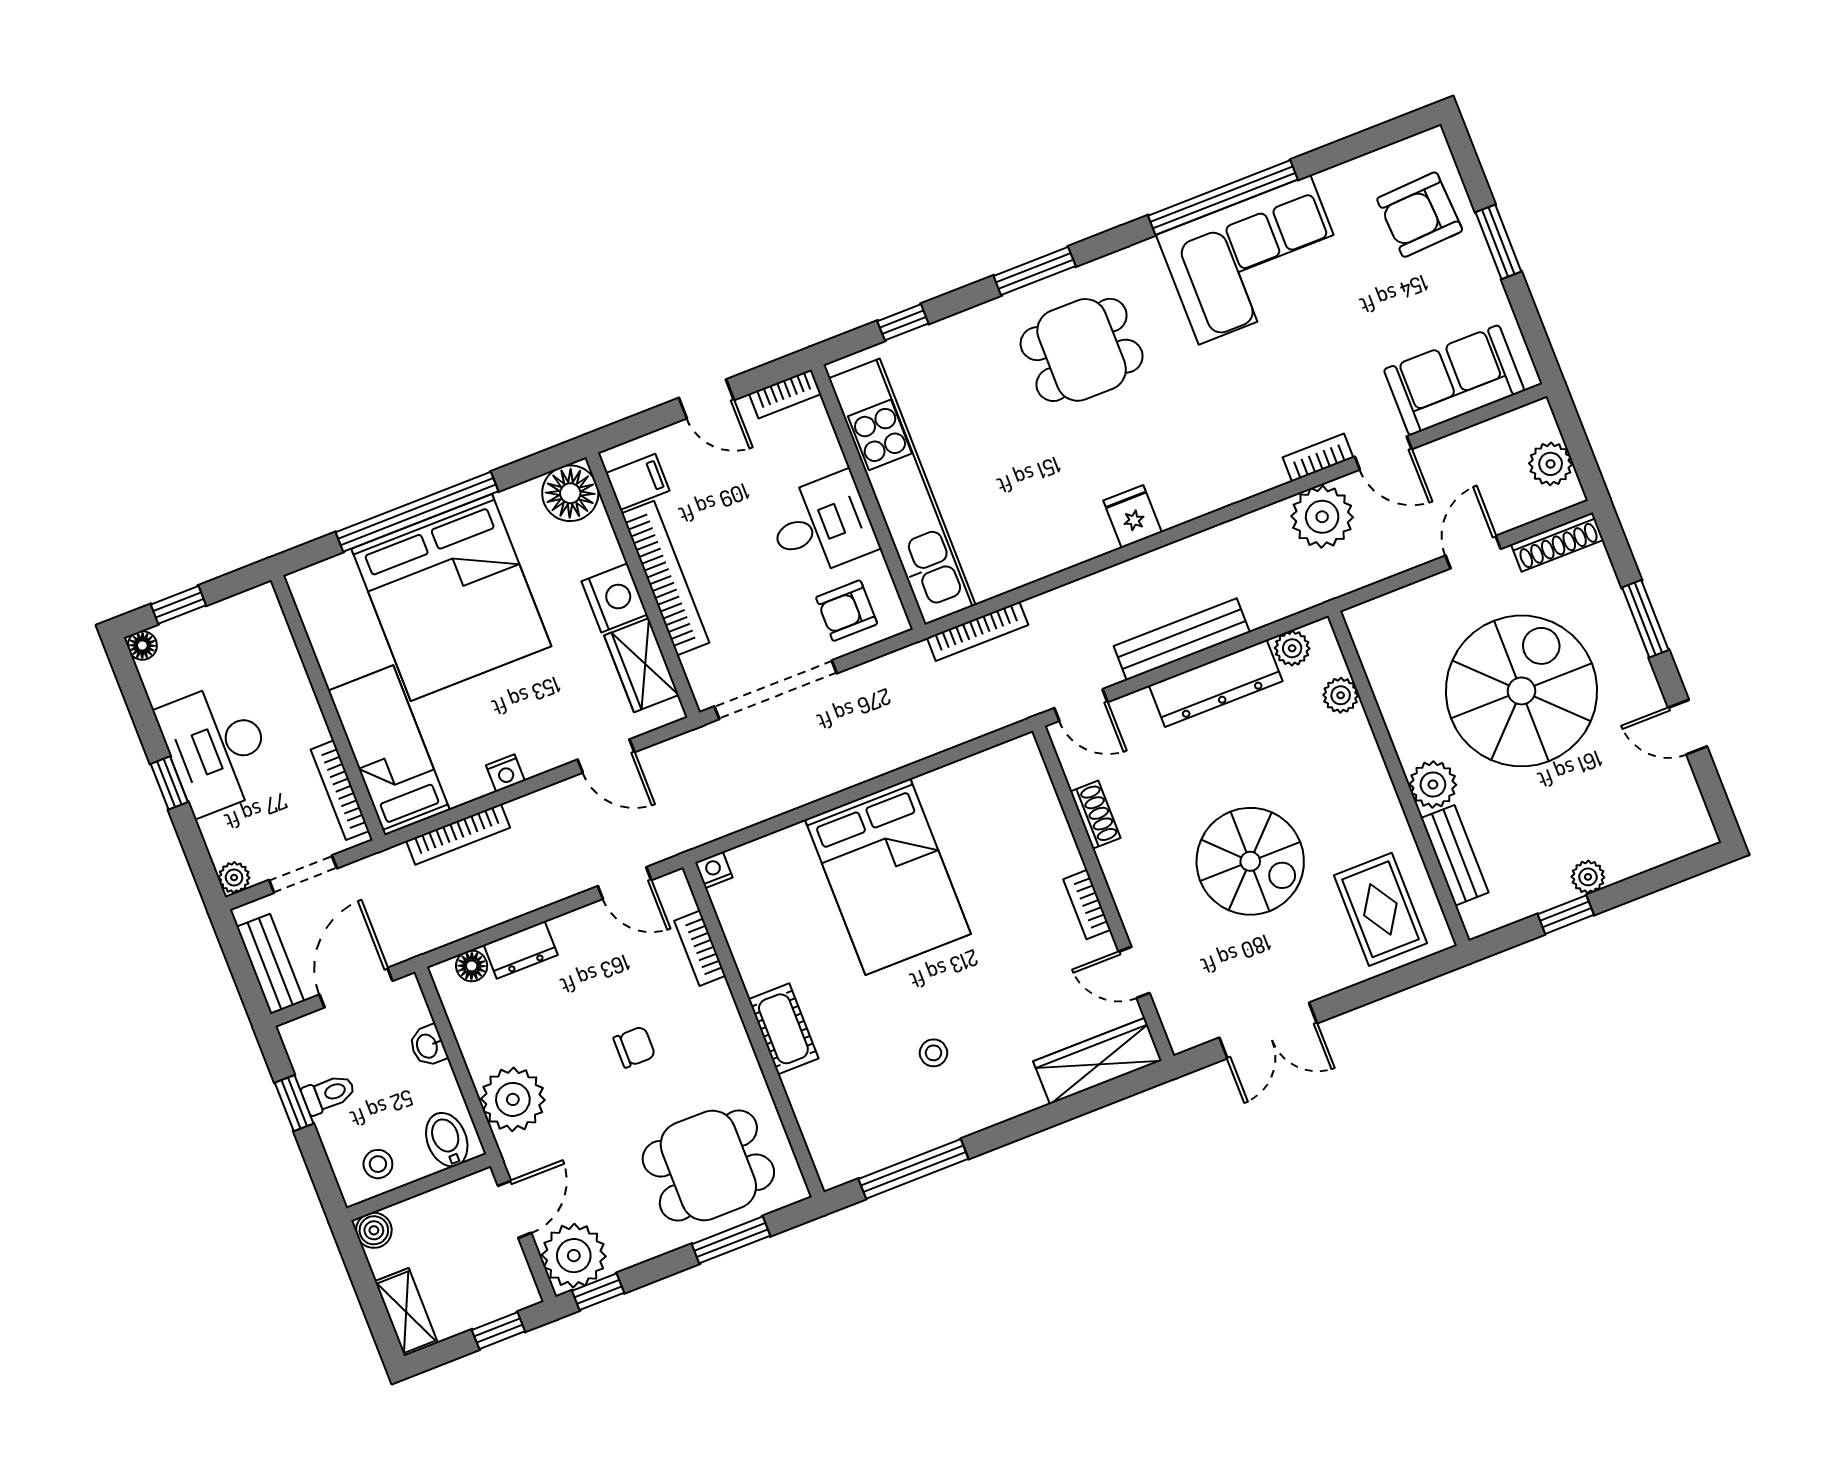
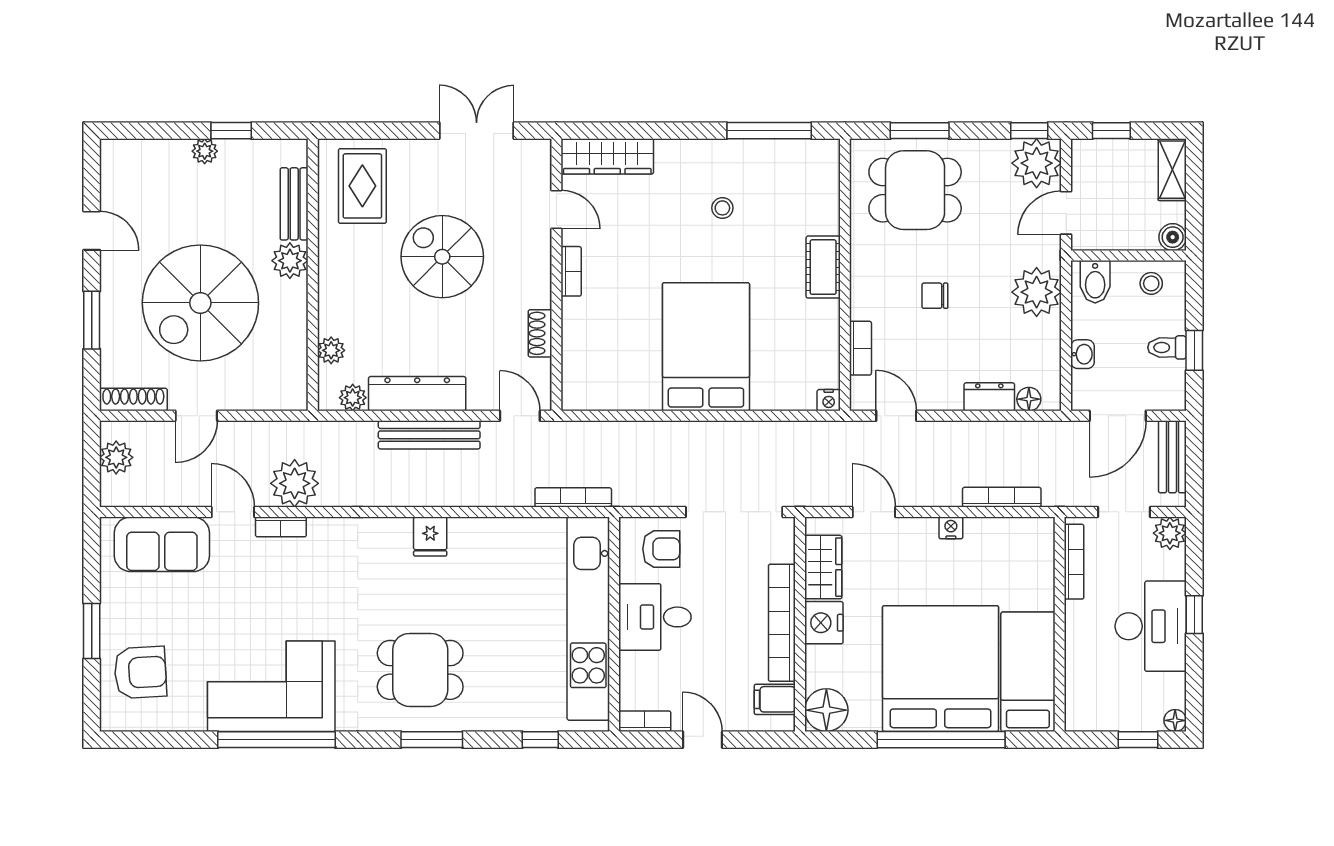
bed: (389, 750) -> (1028, 672), moved, turned 180
plant: (234, 878) -> (1170, 533), width x1.38, depth x1.38

